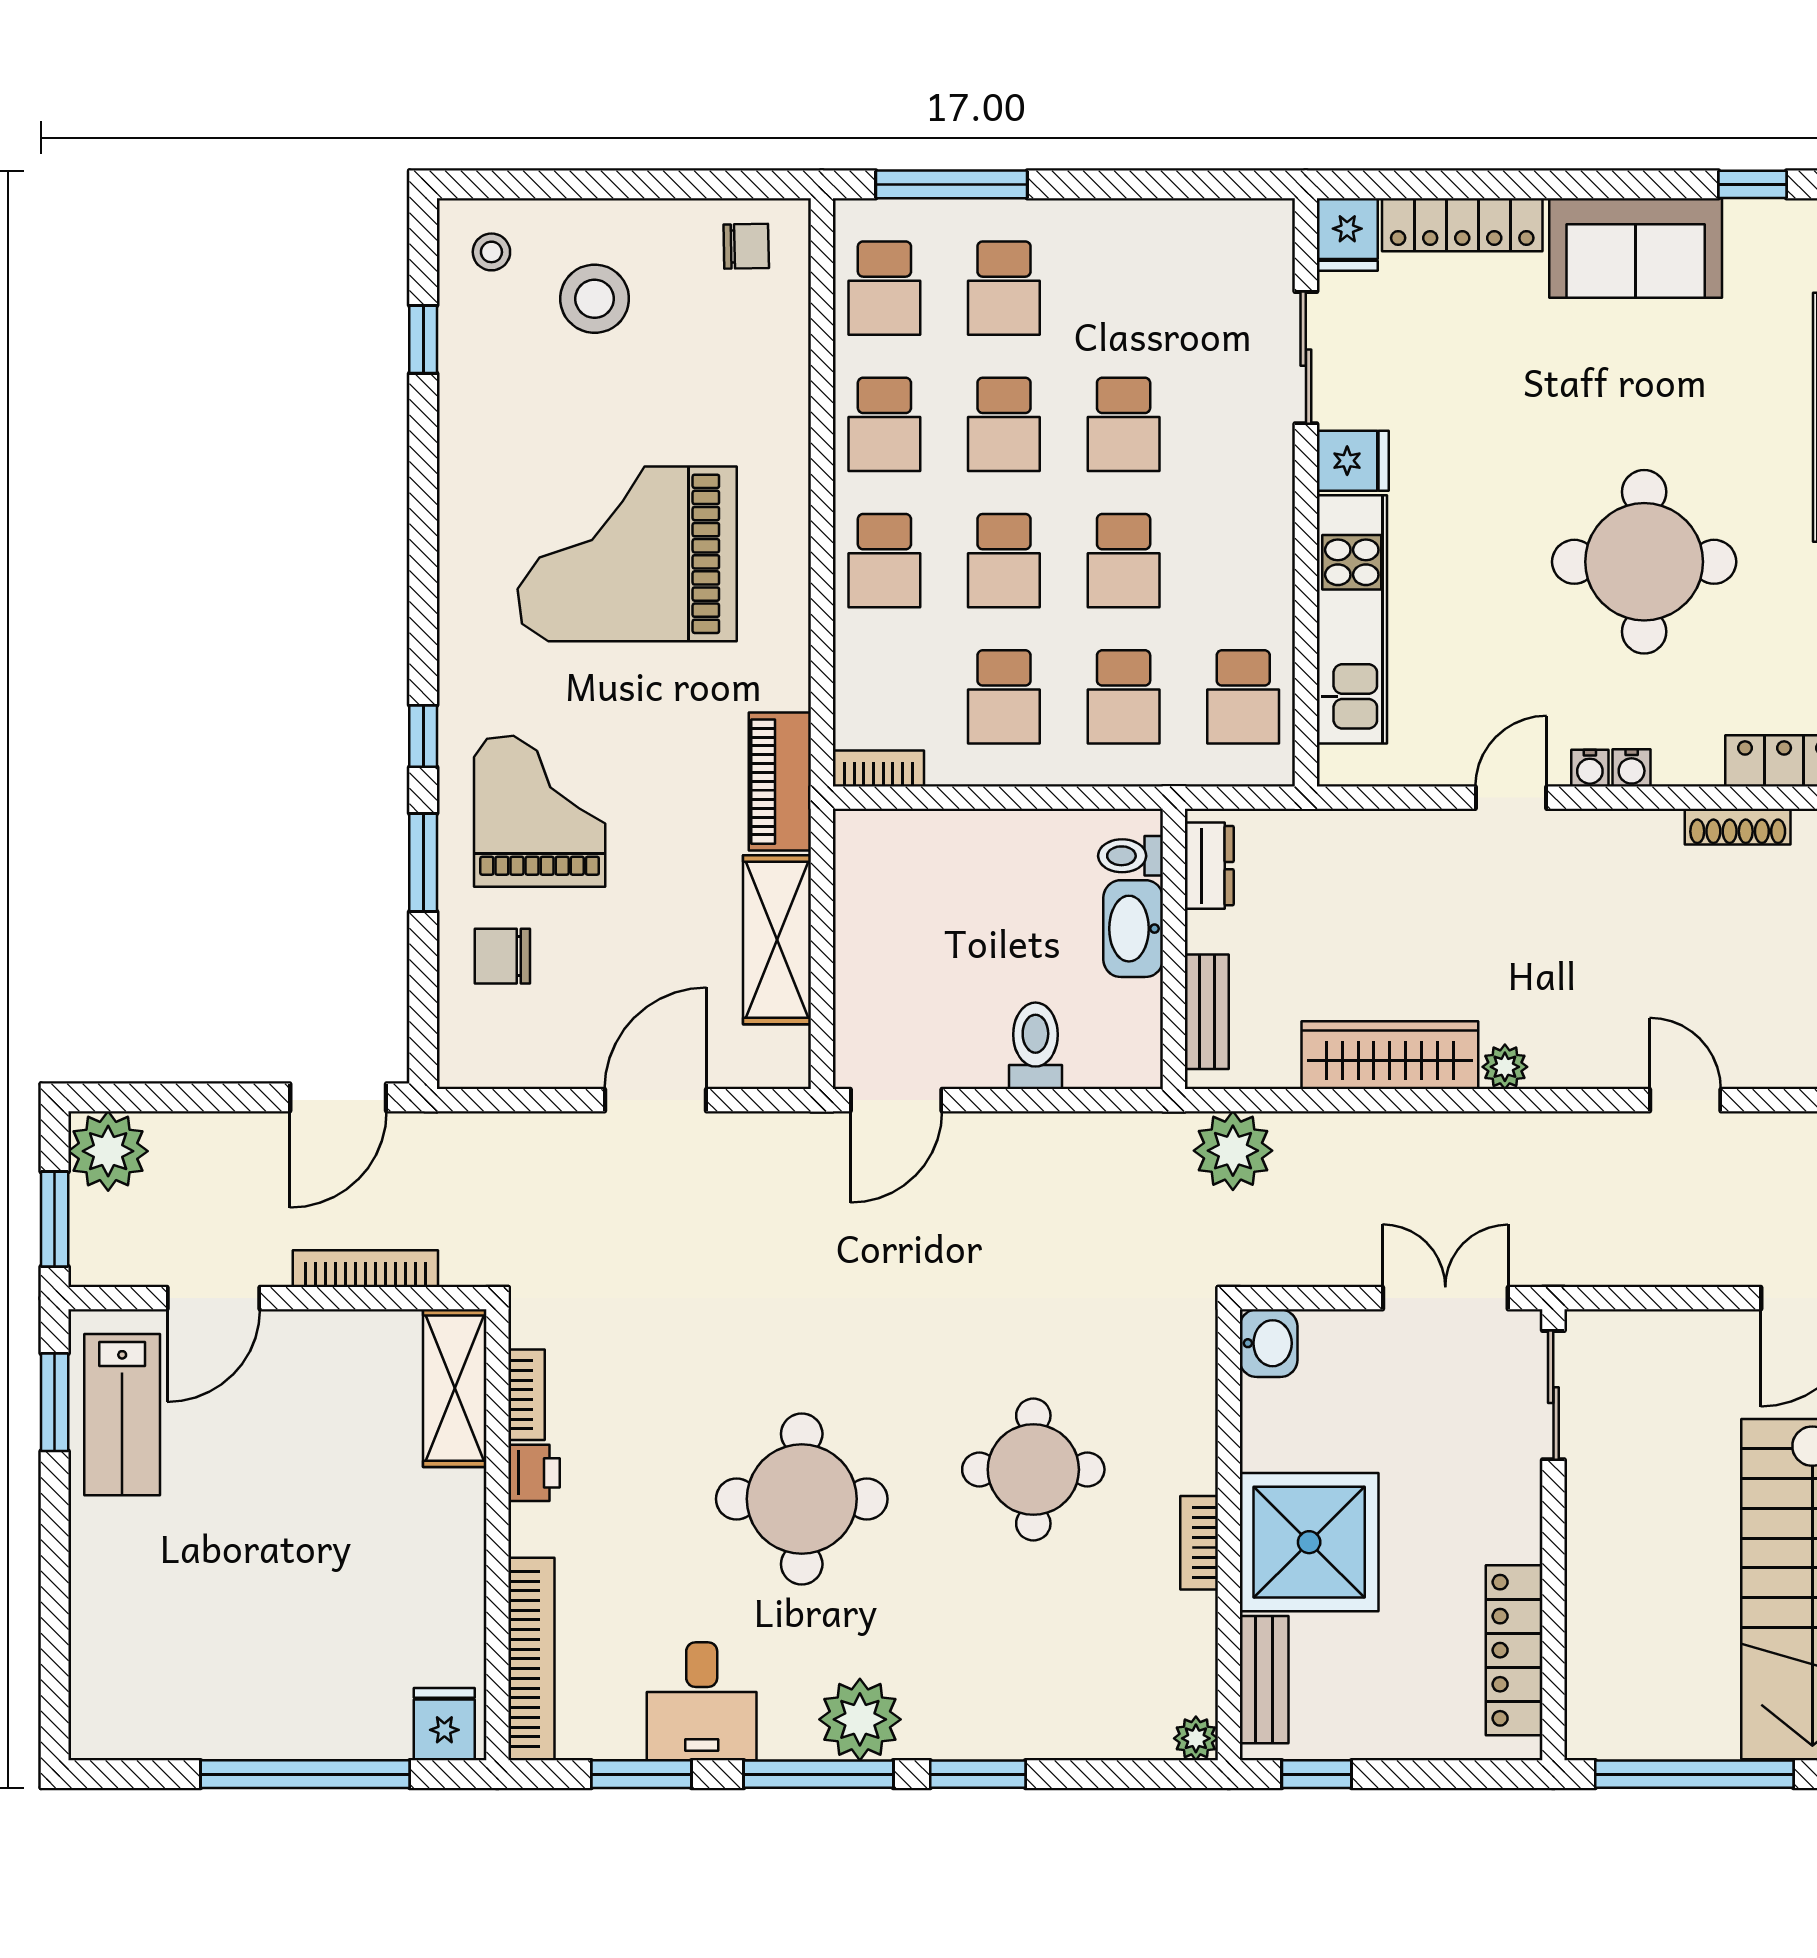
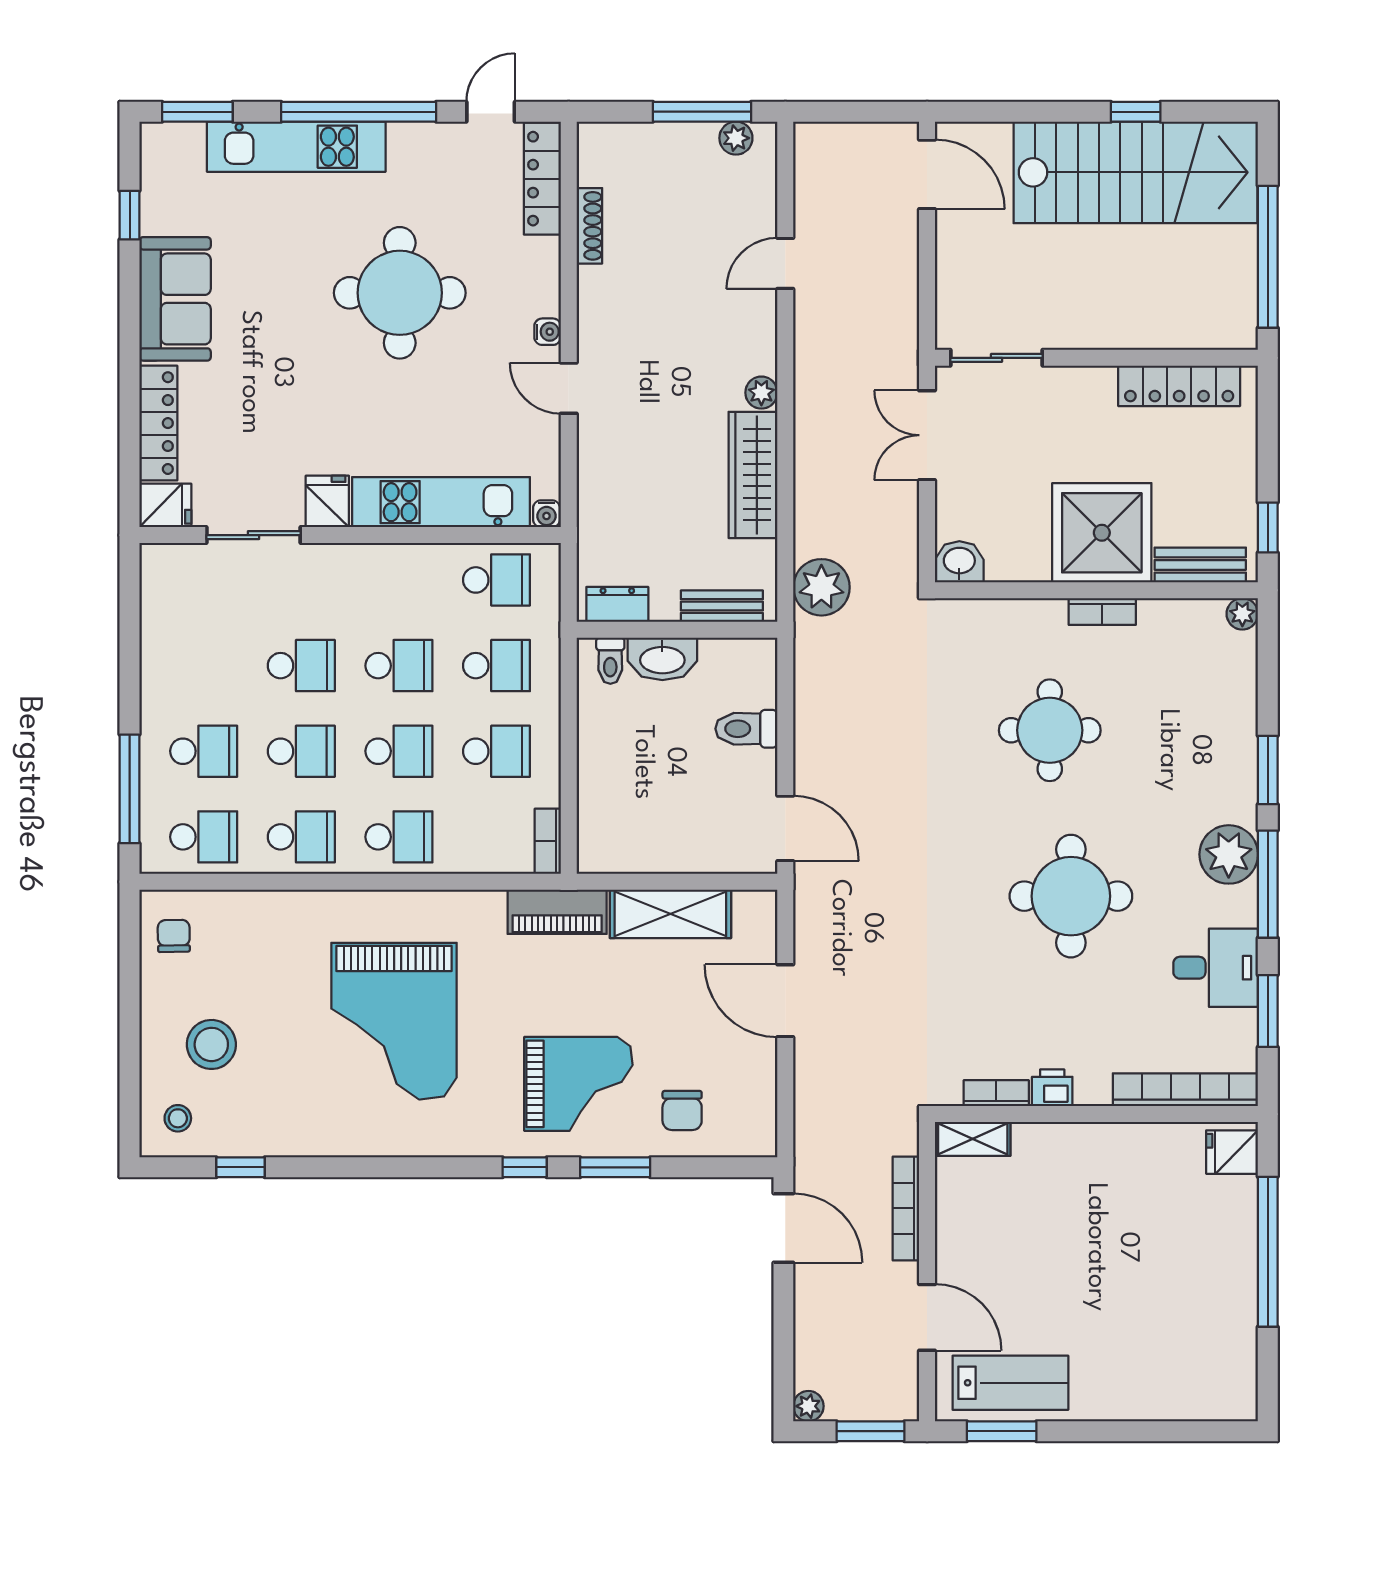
water cooler: (1632, 768) -> (546, 514), moved, turned 90
grand piano: (540, 811) -> (578, 1084), turned 180
plant: (108, 1151) -> (808, 1406), width x0.53, depth x0.53
shelving: (455, 1388) -> (973, 1139), width x0.67, depth x0.75

